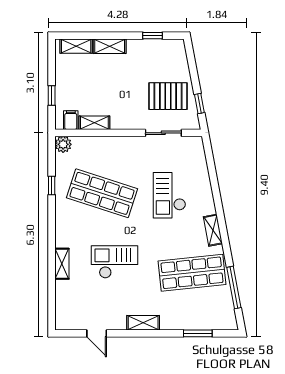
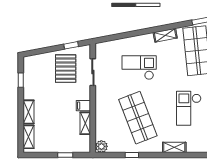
filing cabinet: (71, 120) -> (83, 106), moved
shop shelf: (102, 193) -> (138, 118), turned -39
checkout: (169, 195) -> (139, 68), turned 180
shelving: (62, 264) -> (174, 147), moved

